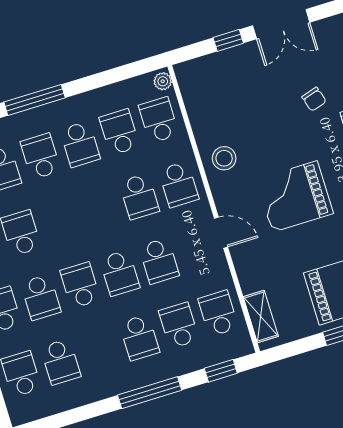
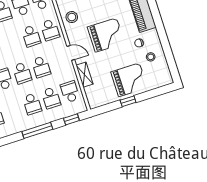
grand piano: (295, 196) -> (106, 35), turned 180
shelving: (261, 316) -> (84, 75), moved
school desk: (179, 325) -> (51, 98), turned 180

